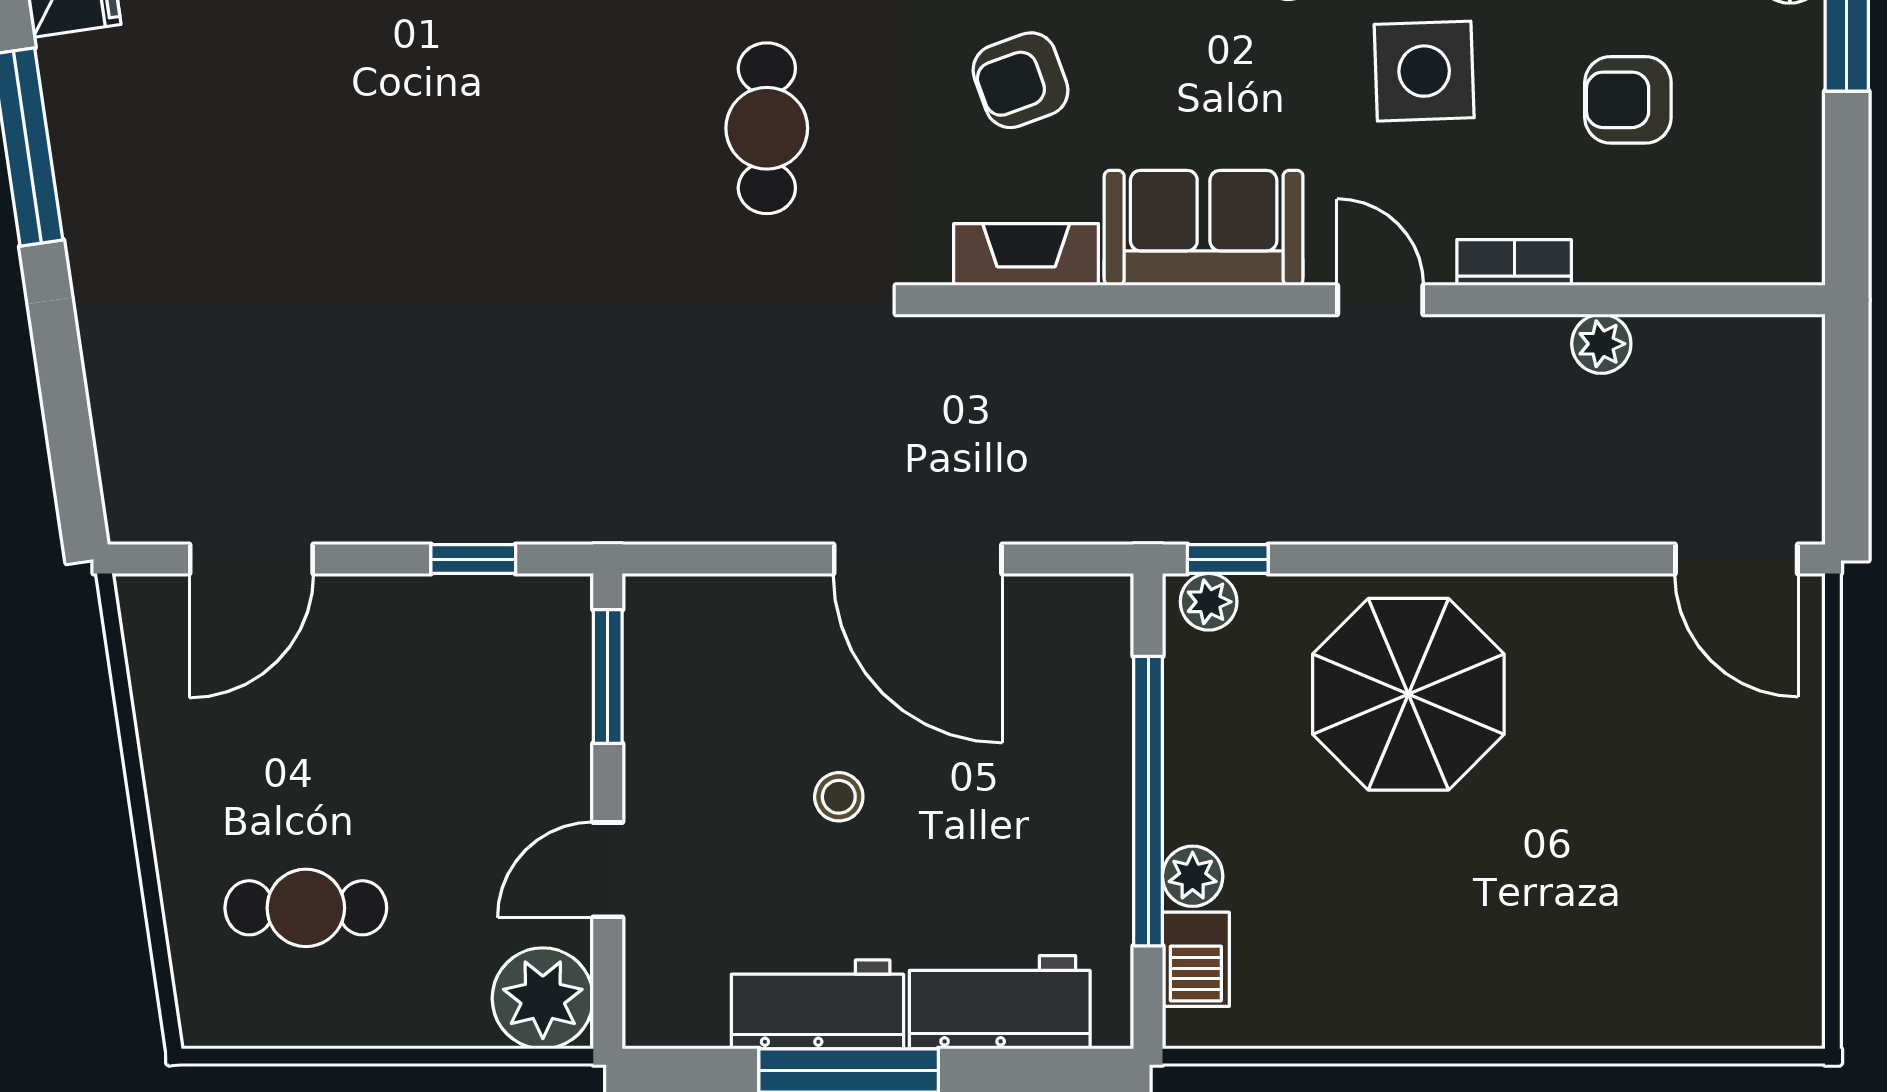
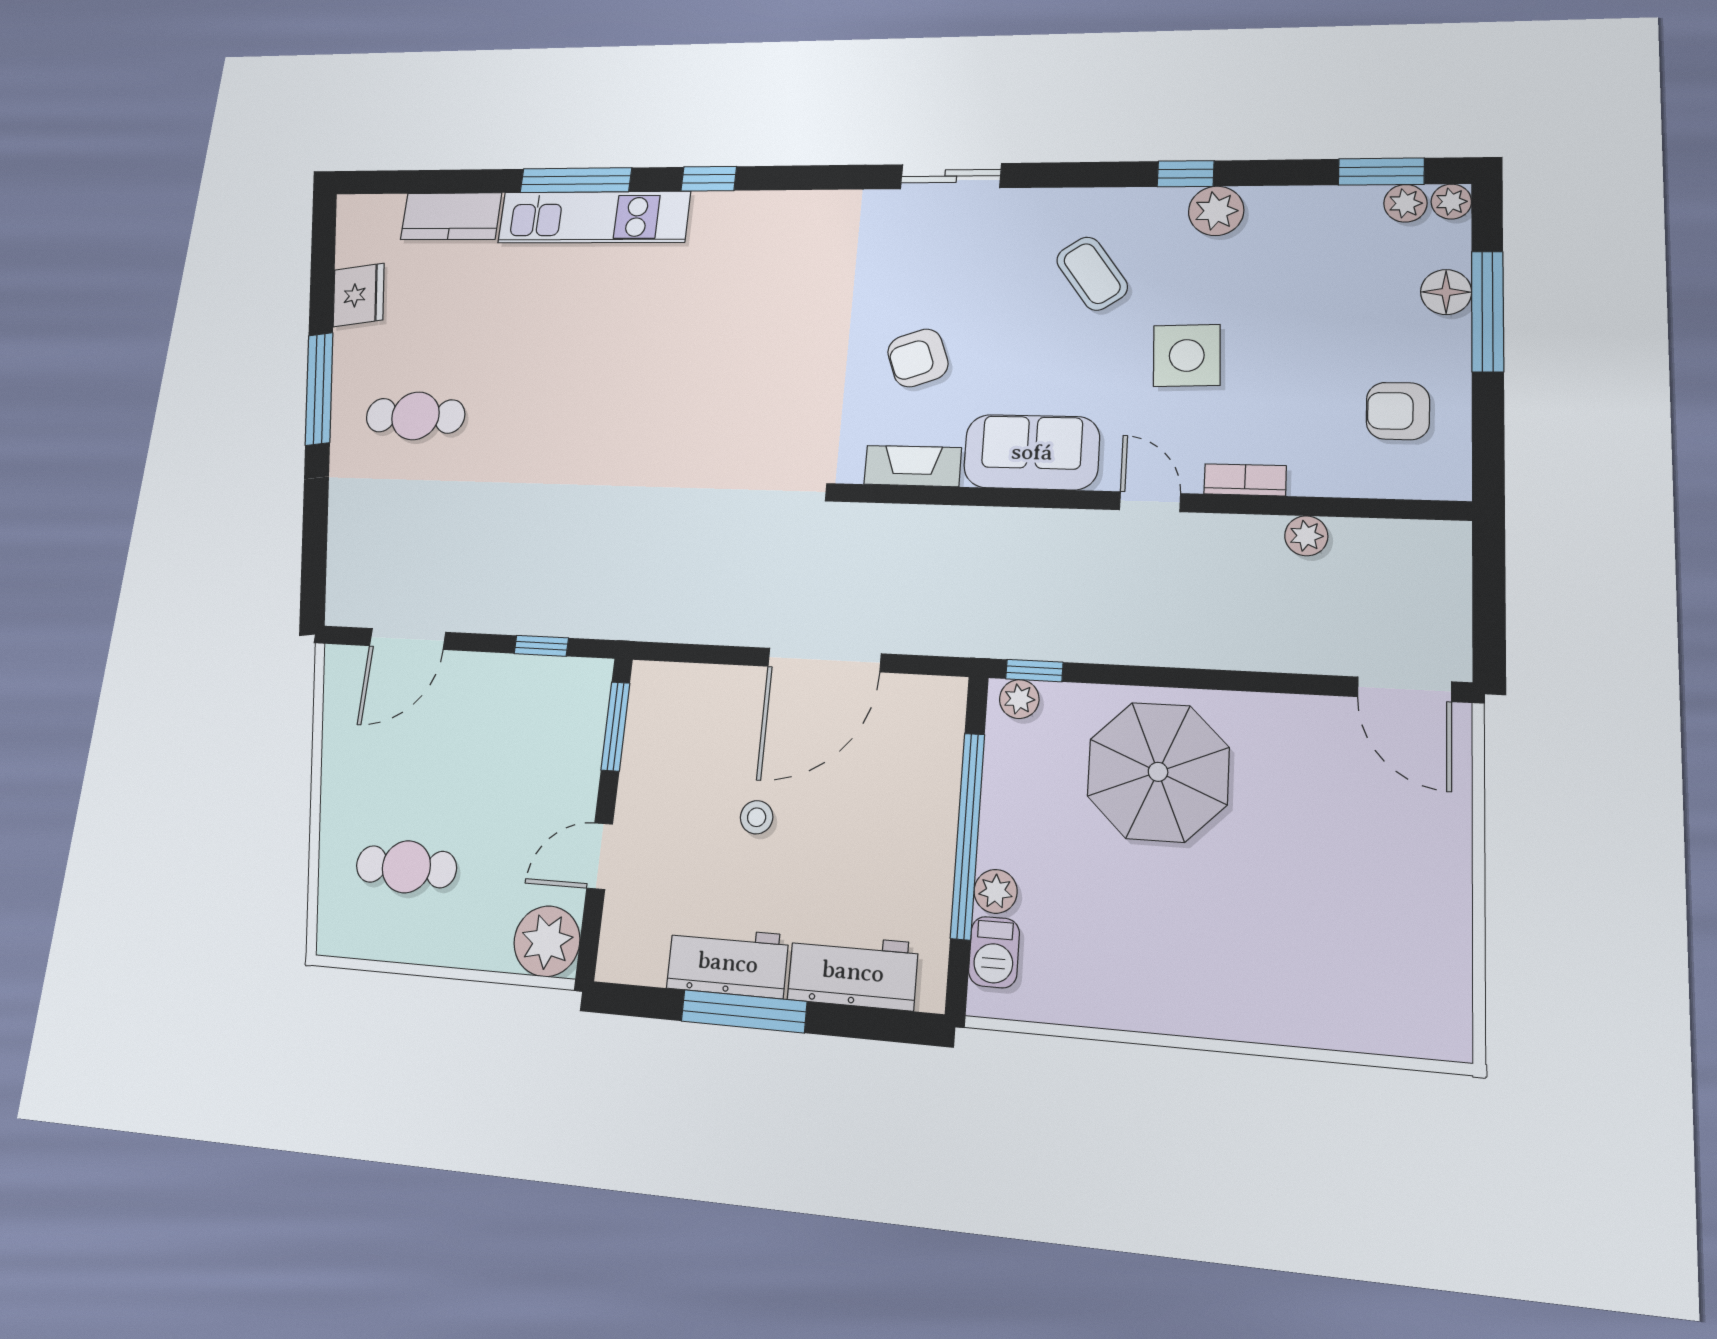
armchair: (1628, 100) -> (1398, 411), moved
cafe table: (767, 128) -> (415, 416), moved, turned 90
door: (918, 559) -> (824, 660), hinge flipped

